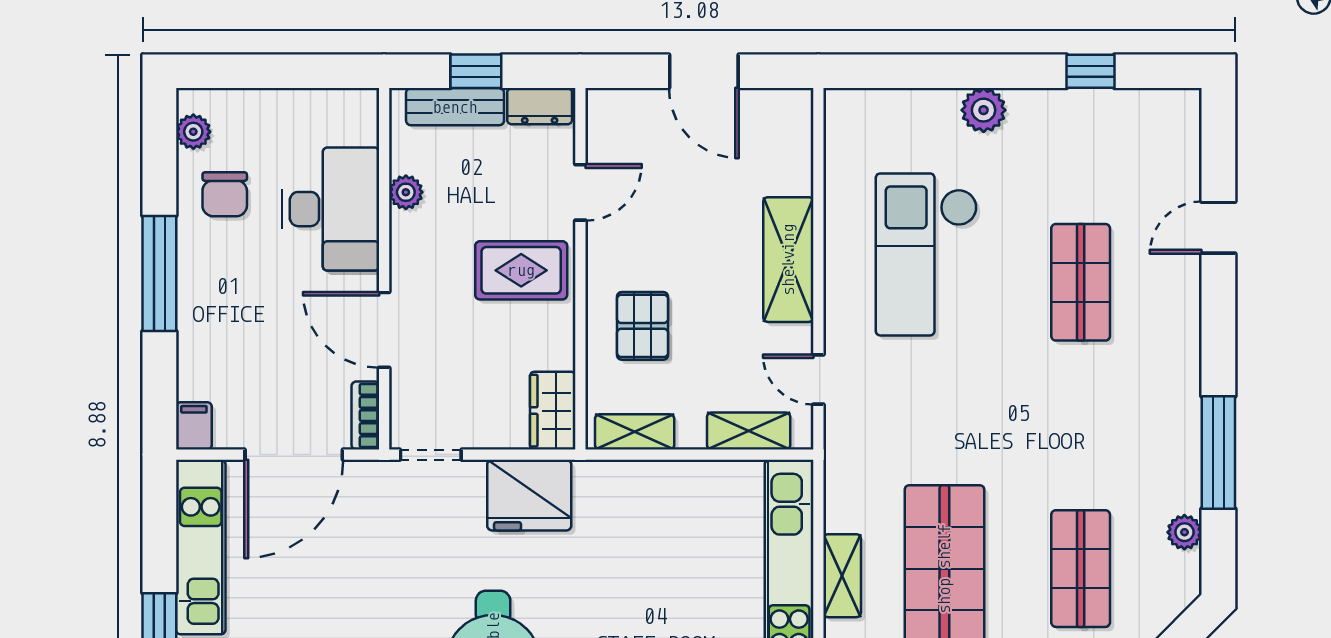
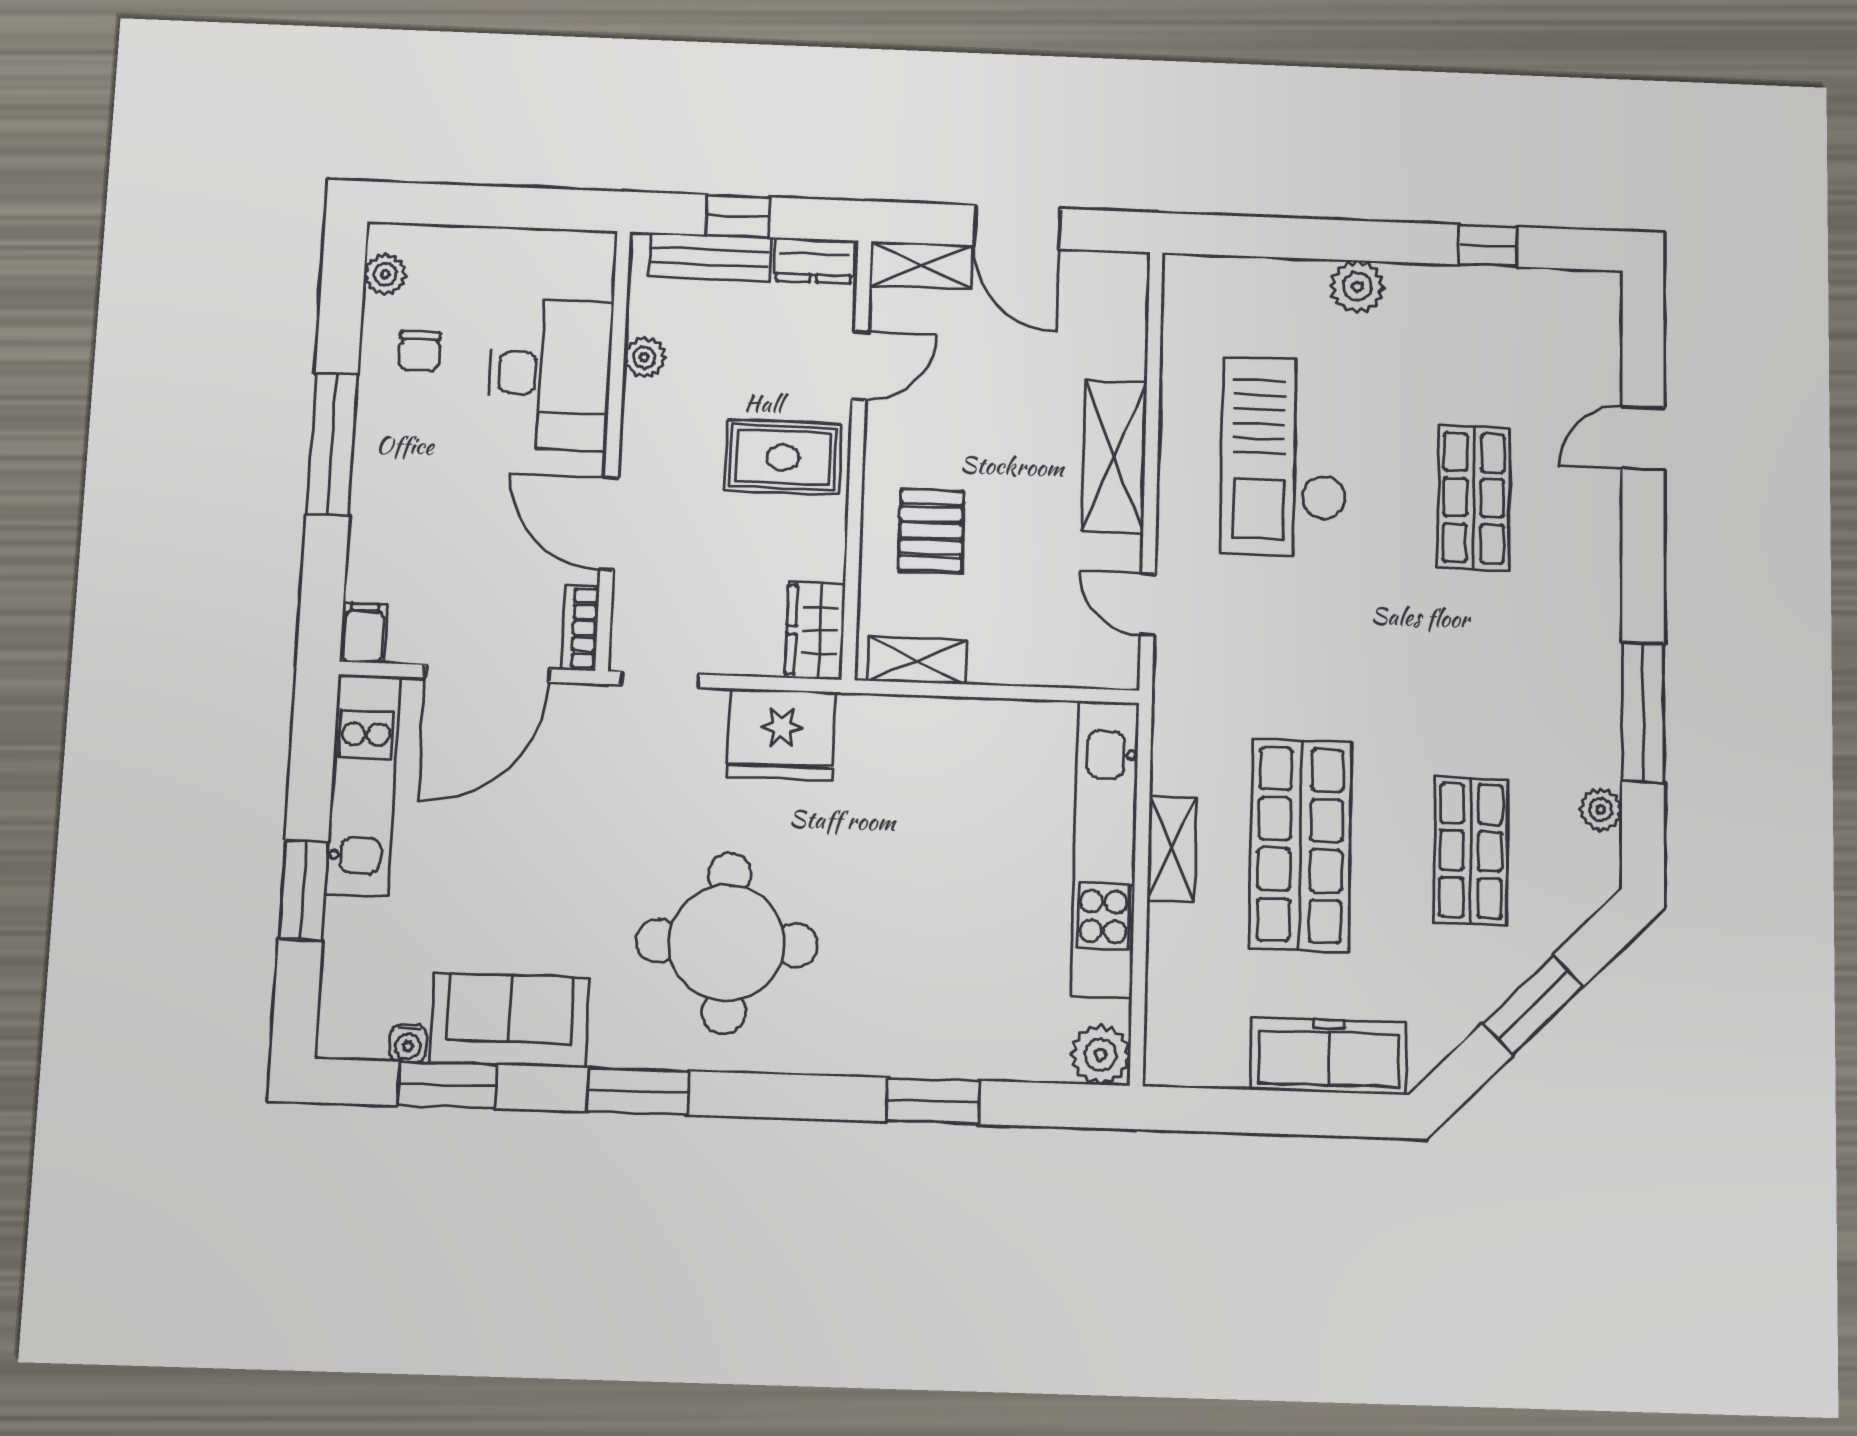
chair: (225, 194) -> (420, 351), width x0.73, depth x0.73
shelving: (749, 431) -> (921, 265), moved

